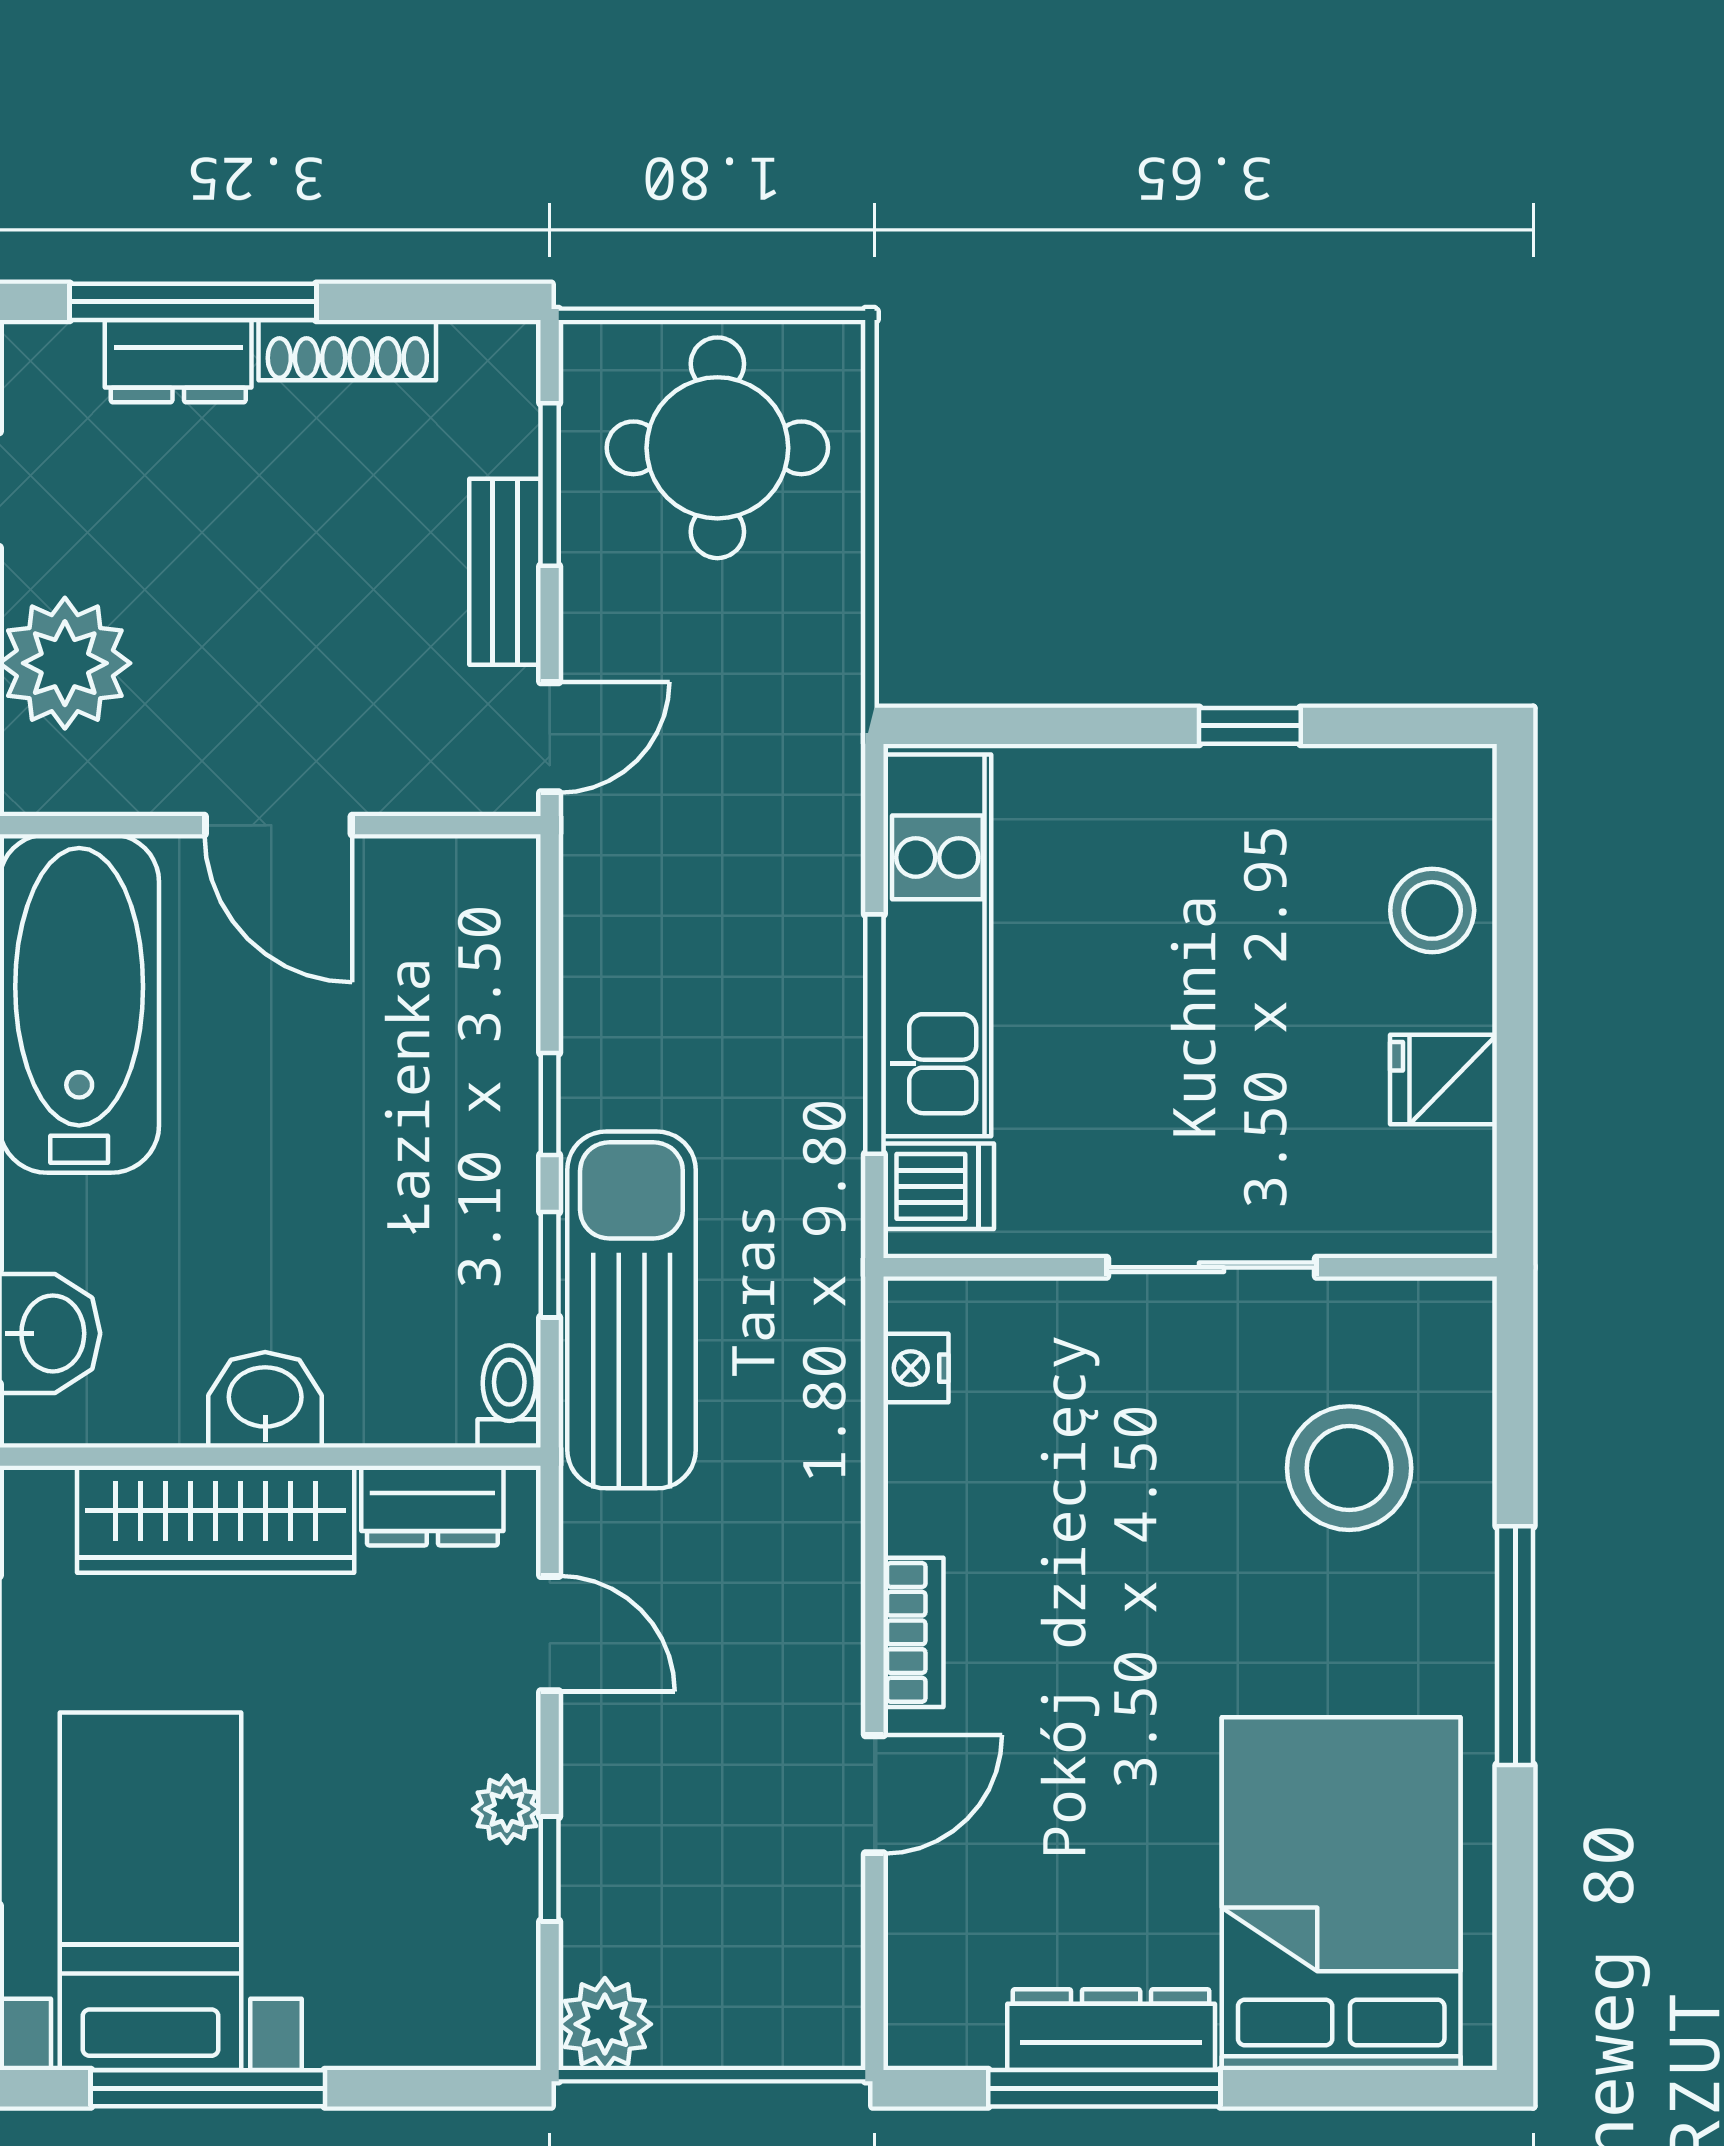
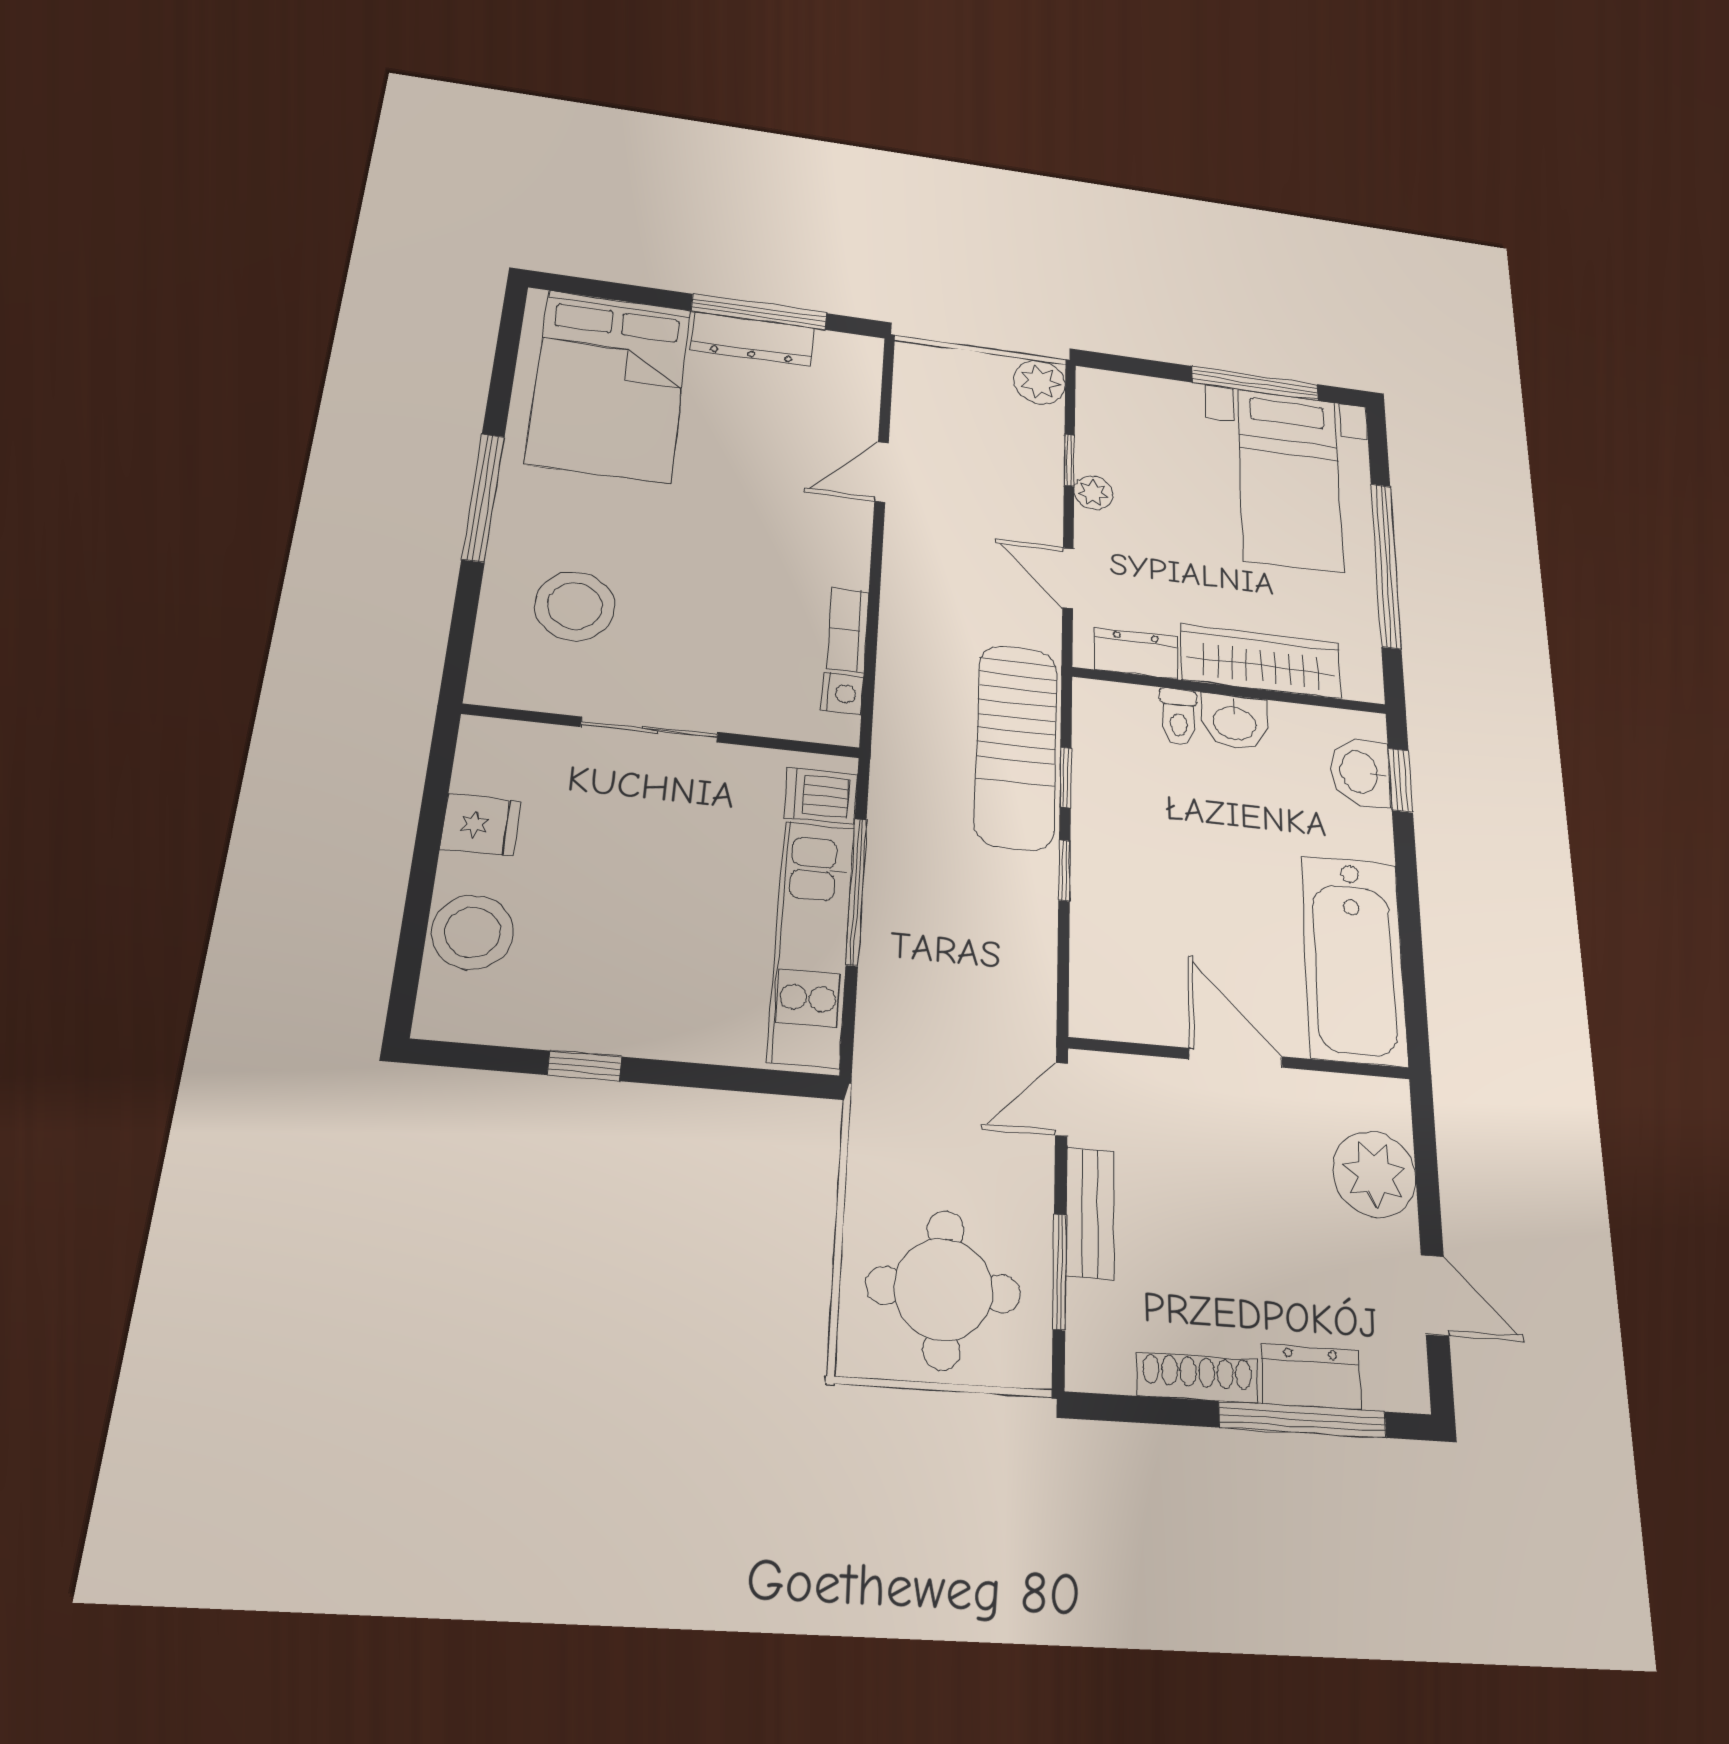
stool: (1432, 910) -> (473, 932), width x1.38, depth x1.38
toilet: (509, 1396) -> (1179, 717), moved
bookcase: (913, 1632) -> (848, 630), moved

